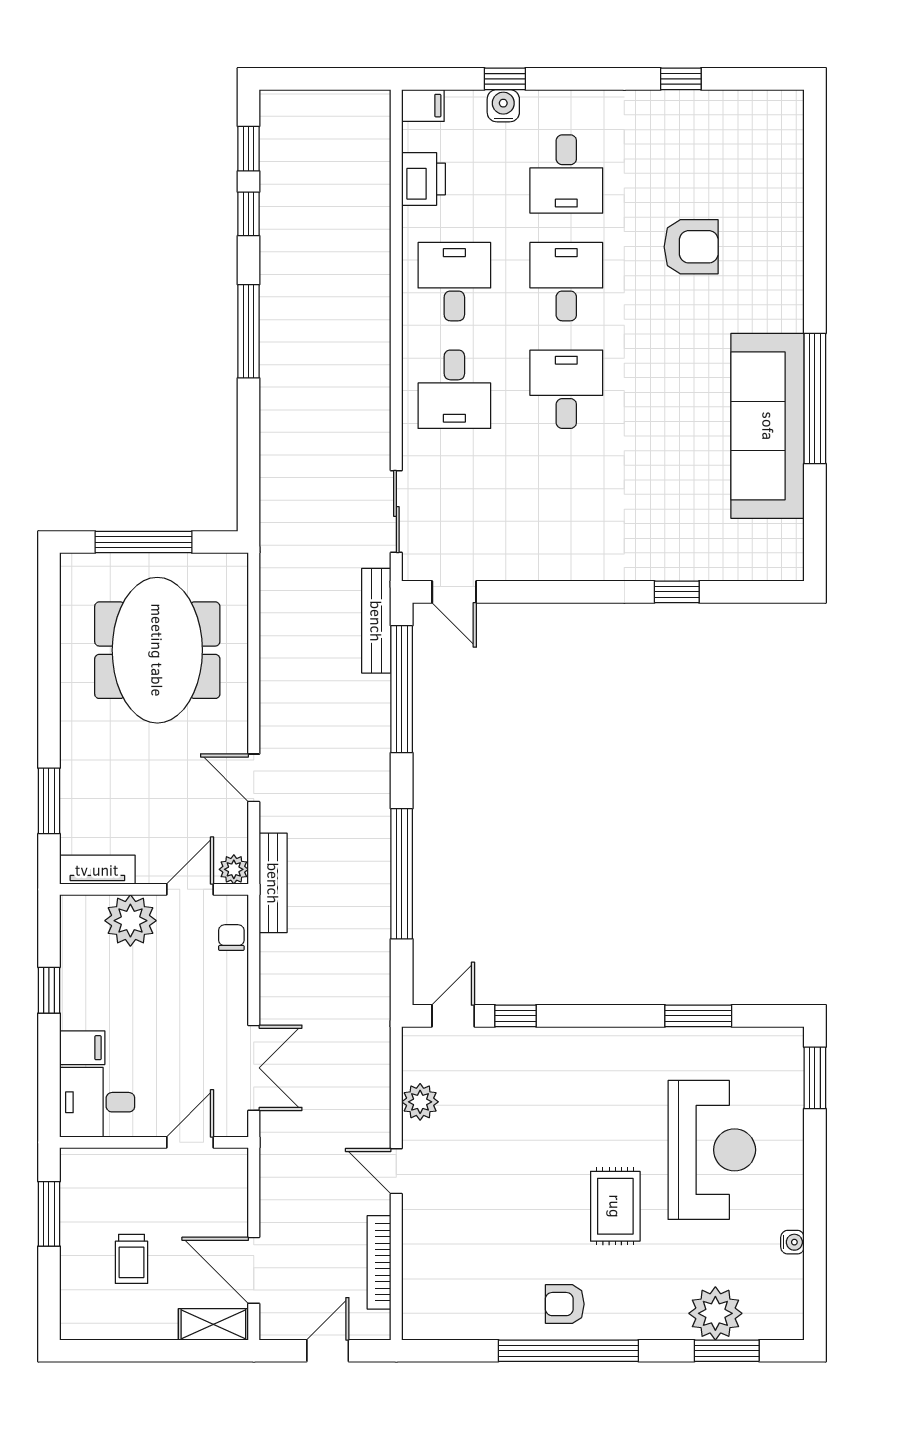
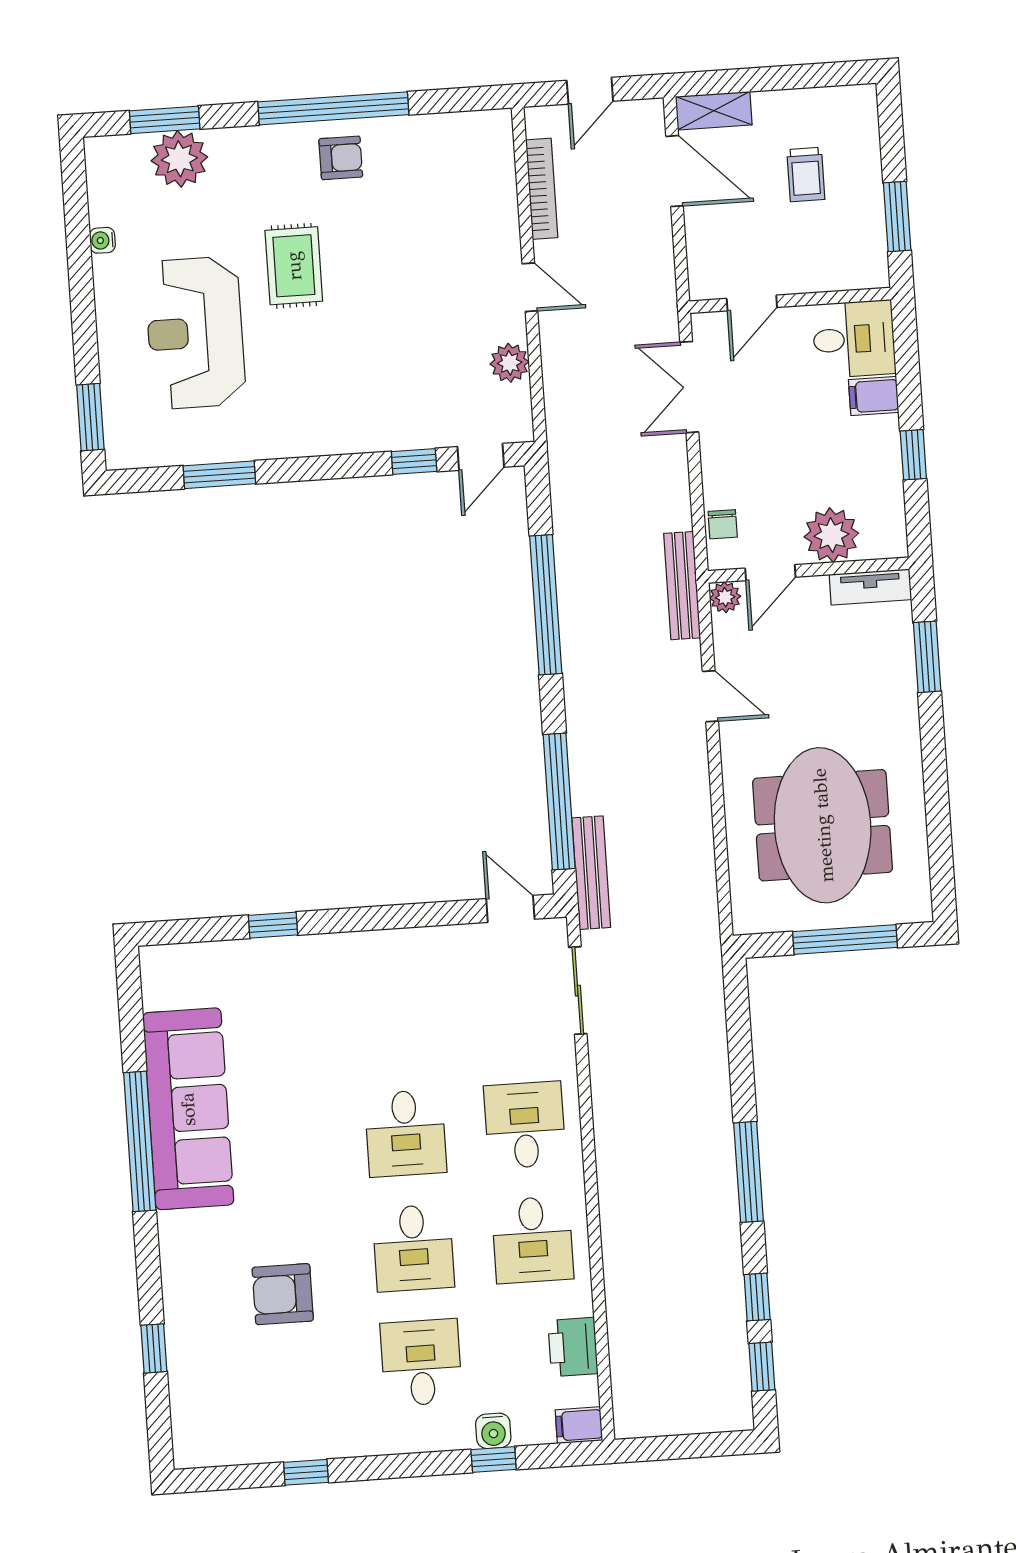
window: (815, 204) -> (154, 1348), added
trolley: (131, 1259) -> (806, 175), turned 180

